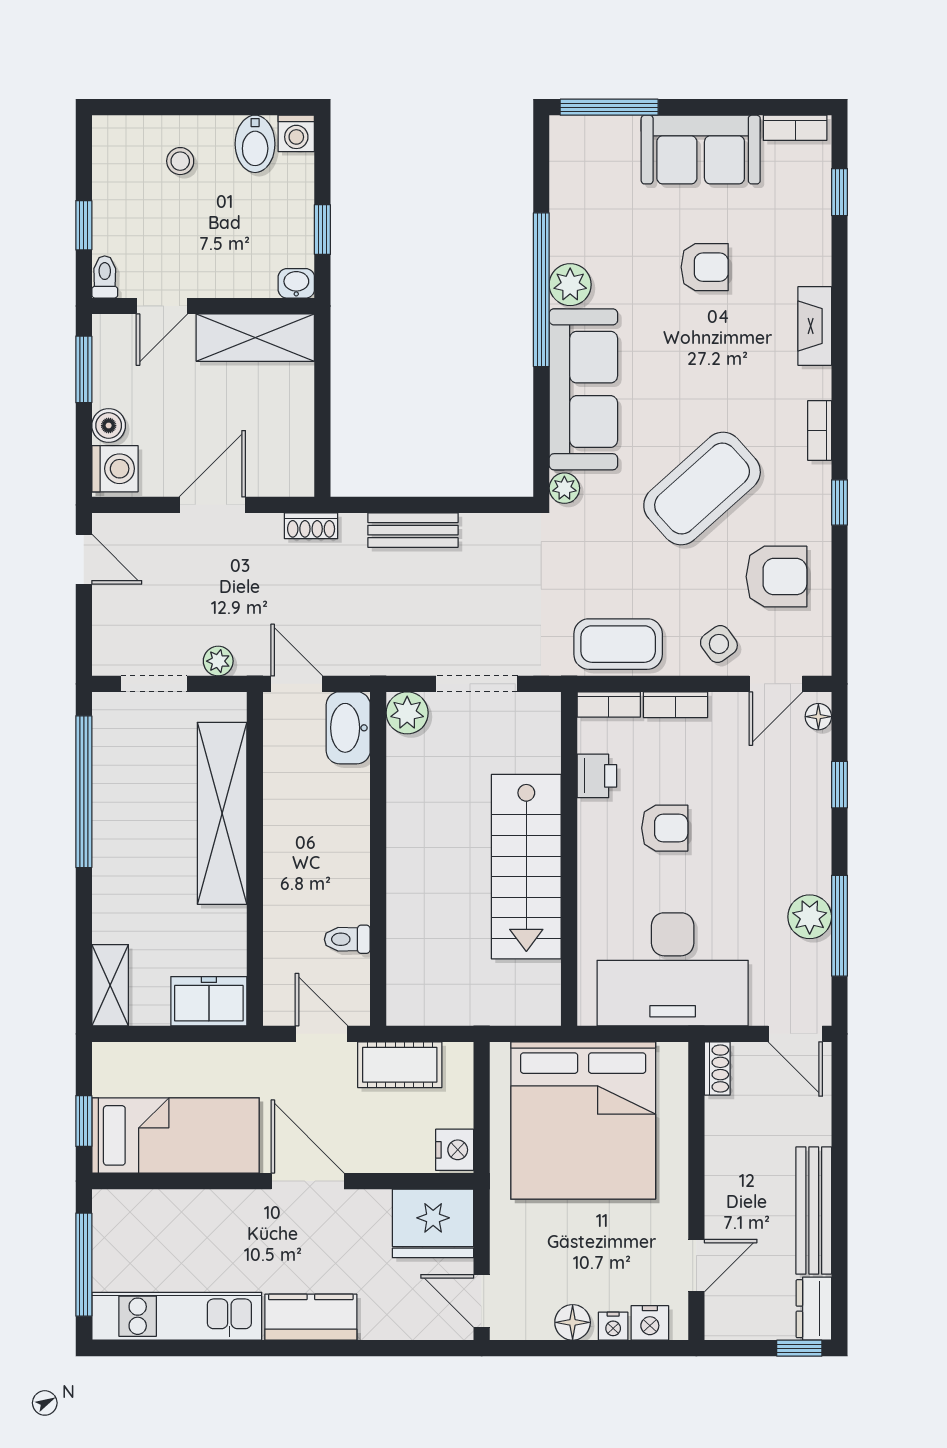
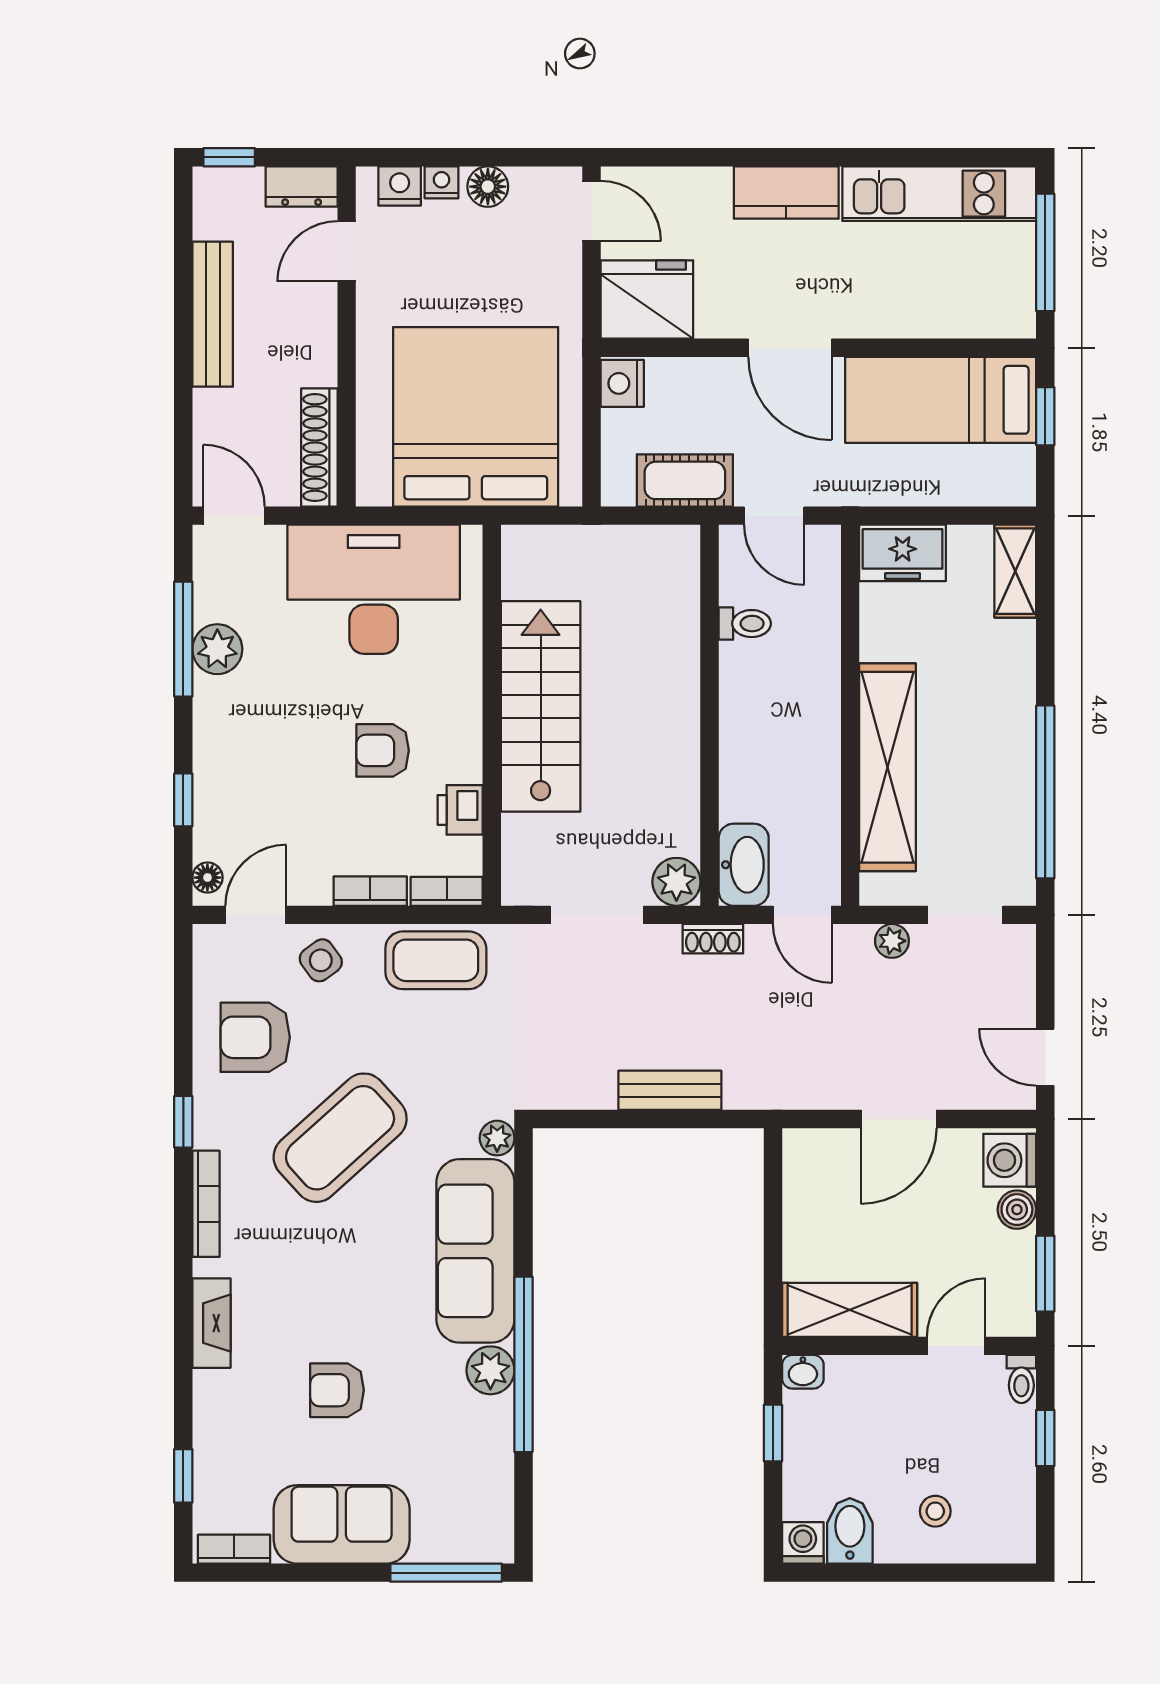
bookcase: (820, 431) -> (206, 1204), width x1.56
shoe rack: (311, 526) -> (713, 939), moved, turned 180
shoe rack: (717, 1068) -> (319, 448), width x1.94, depth x1.24
dresser: (814, 1309) -> (302, 186), moved, turned 90

